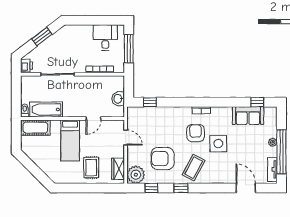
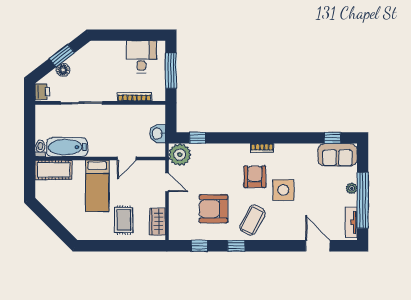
floor lamp: (43, 48) -> (63, 70), added
sofa: (248, 116) -> (337, 155), moved
plant: (136, 175) -> (180, 155), moved

